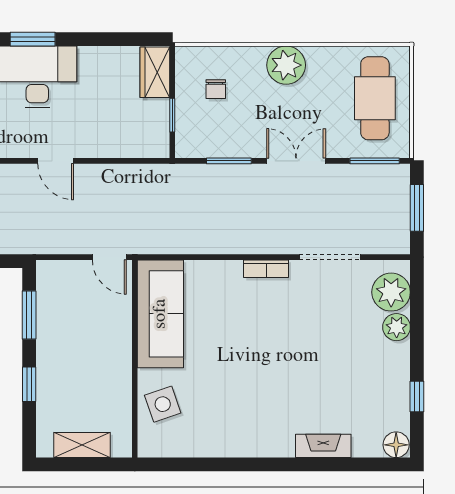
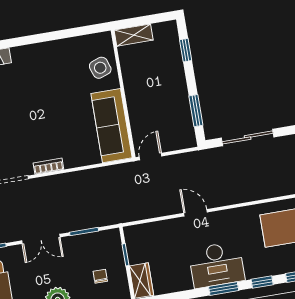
door: (109, 257) -> (151, 157), hinge flipped
window: (29, 384) -> (186, 50), moved
shelving: (82, 445) -> (134, 35), moved

